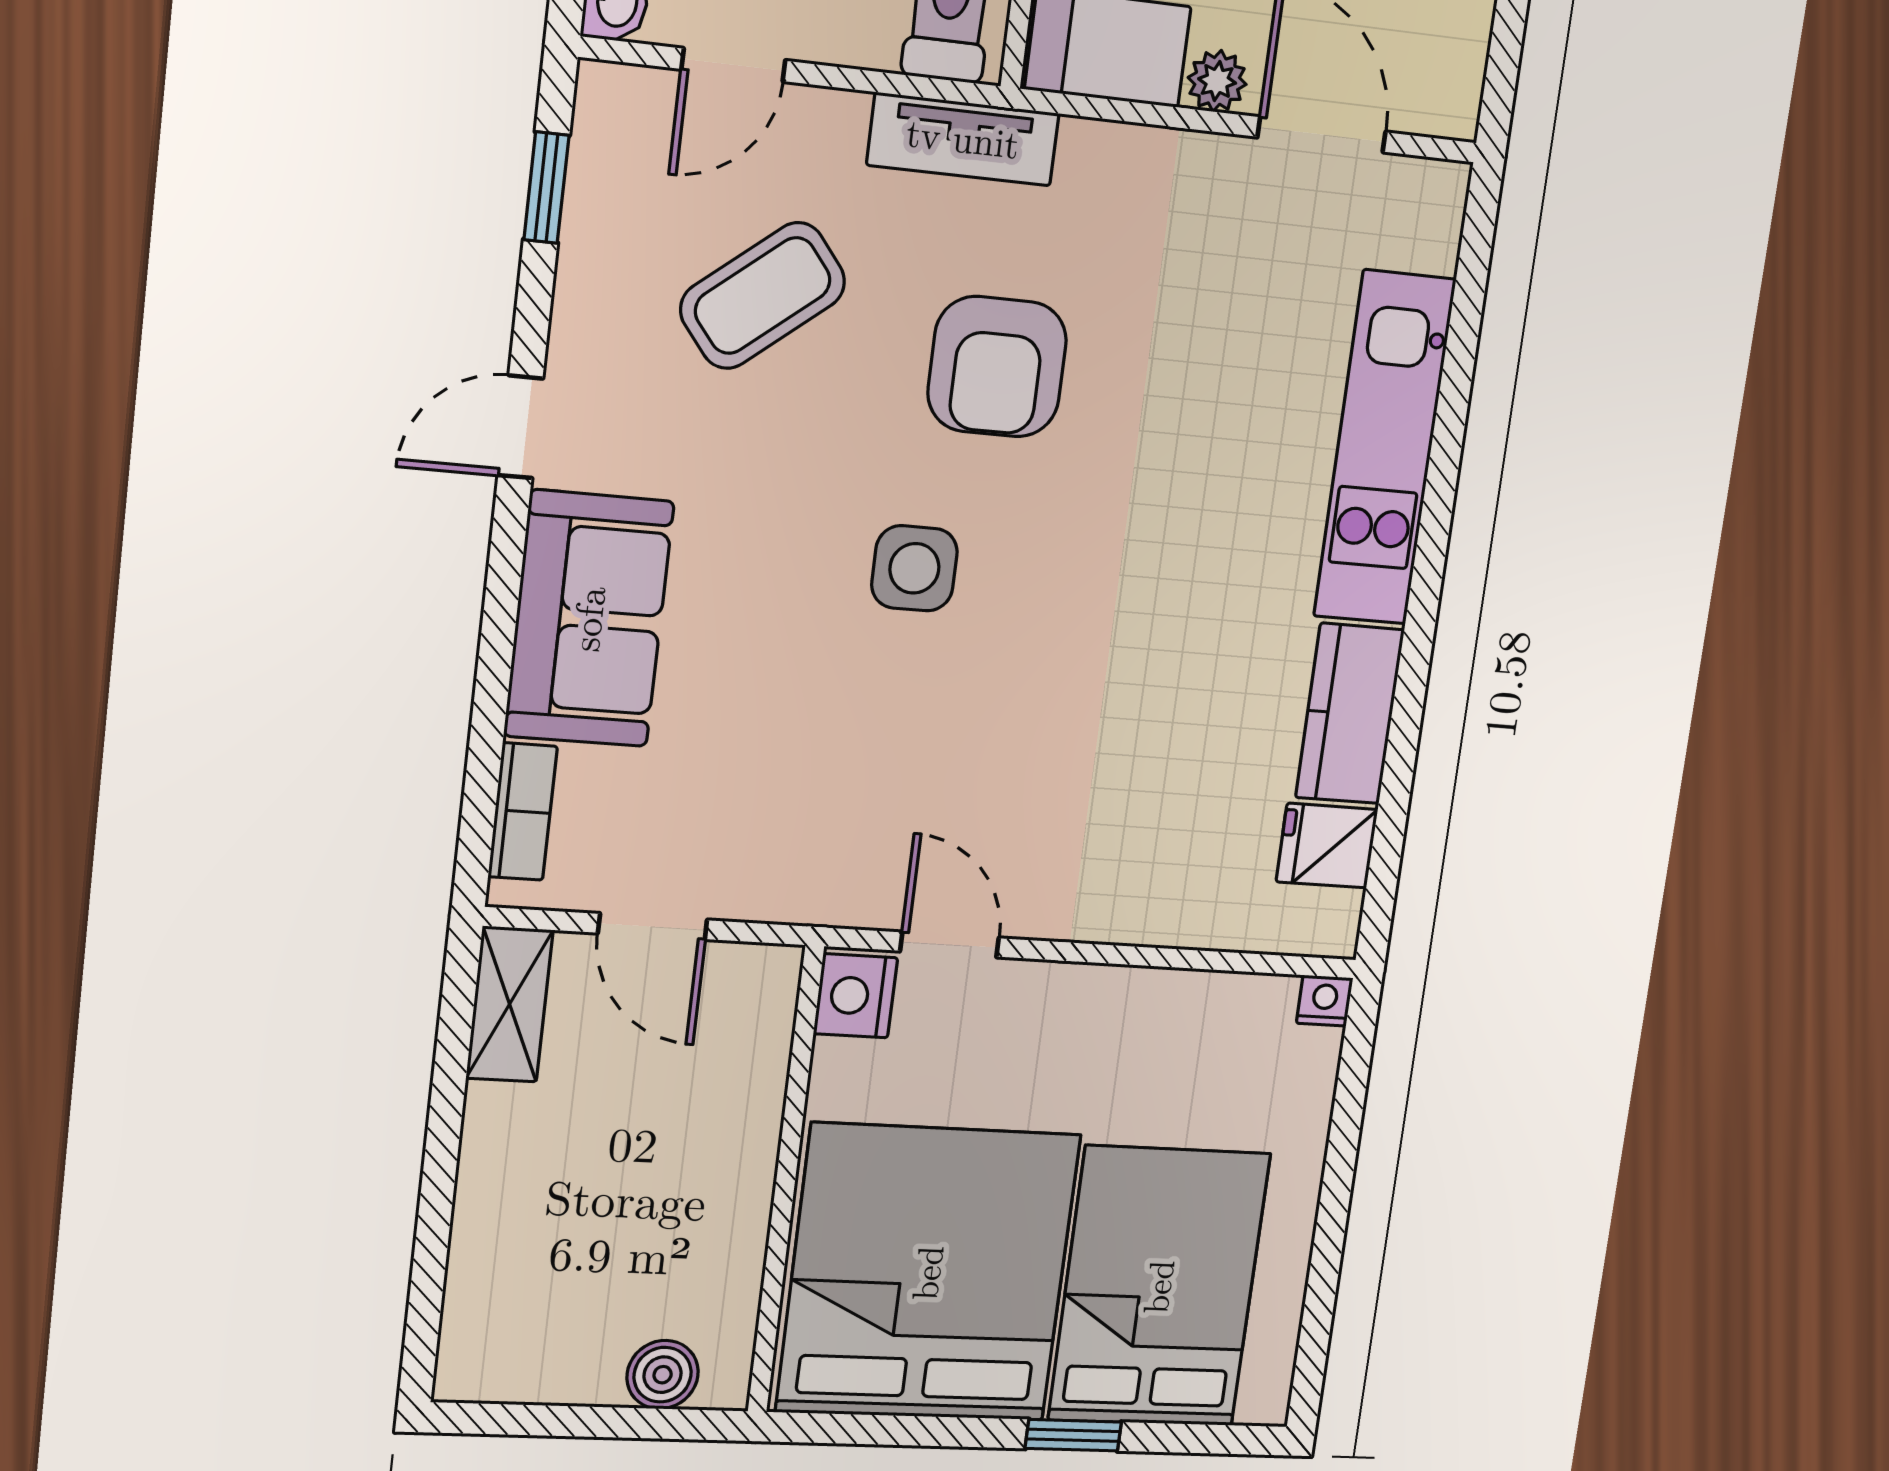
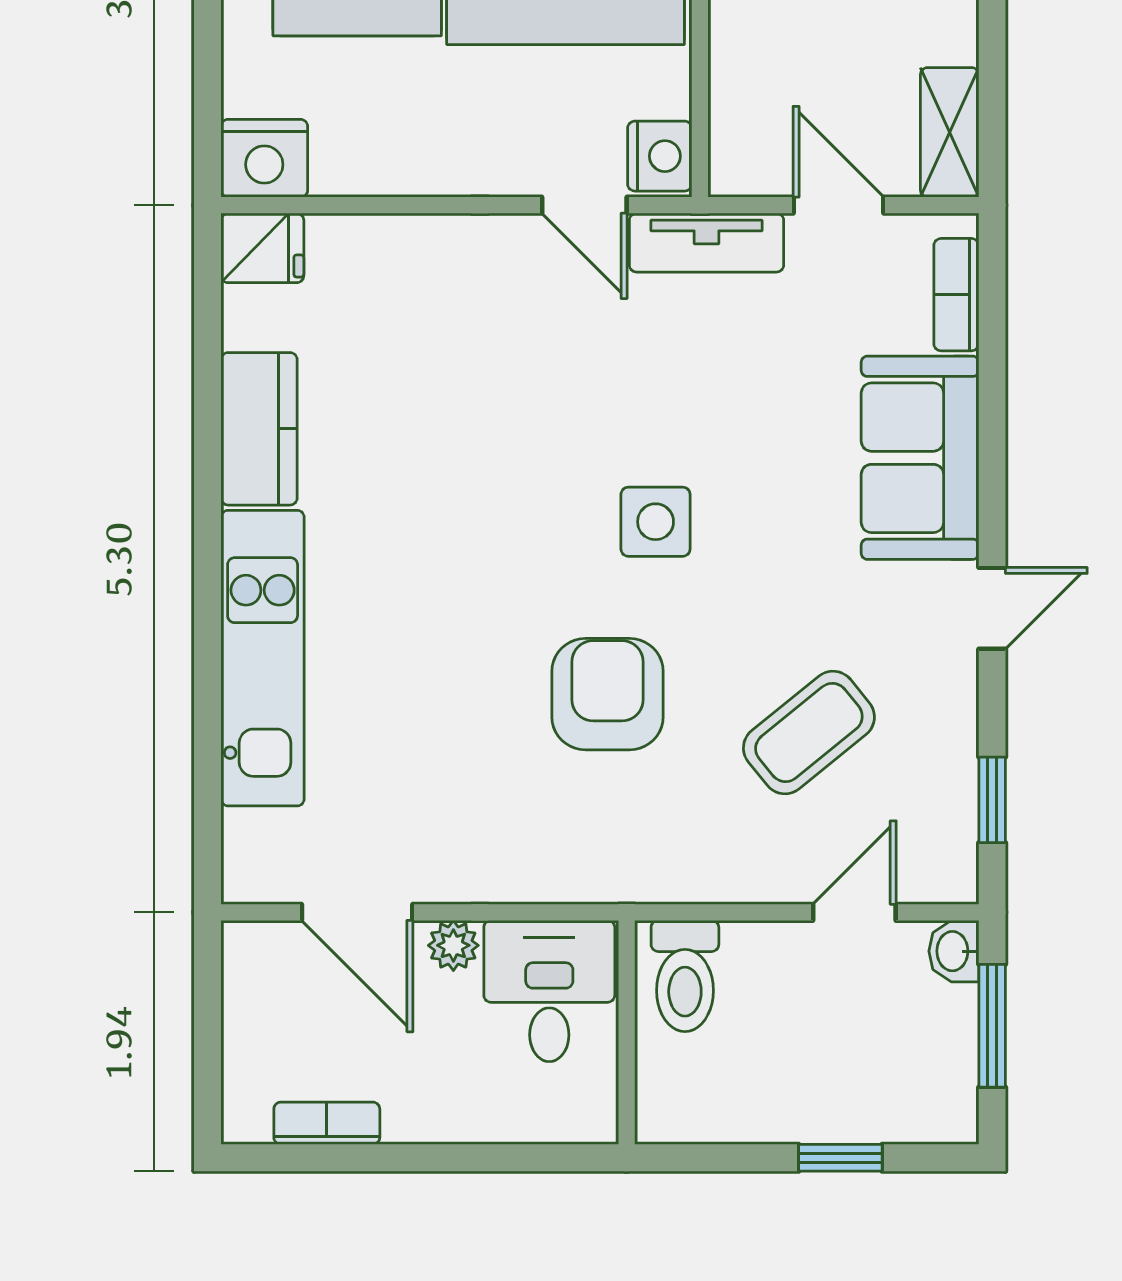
tv unit: (963, 139) -> (706, 243), moved, turned 180
fridge: (1327, 846) -> (262, 248), moved
nightstand: (1325, 1001) -> (264, 158), width x1.89, depth x1.79

